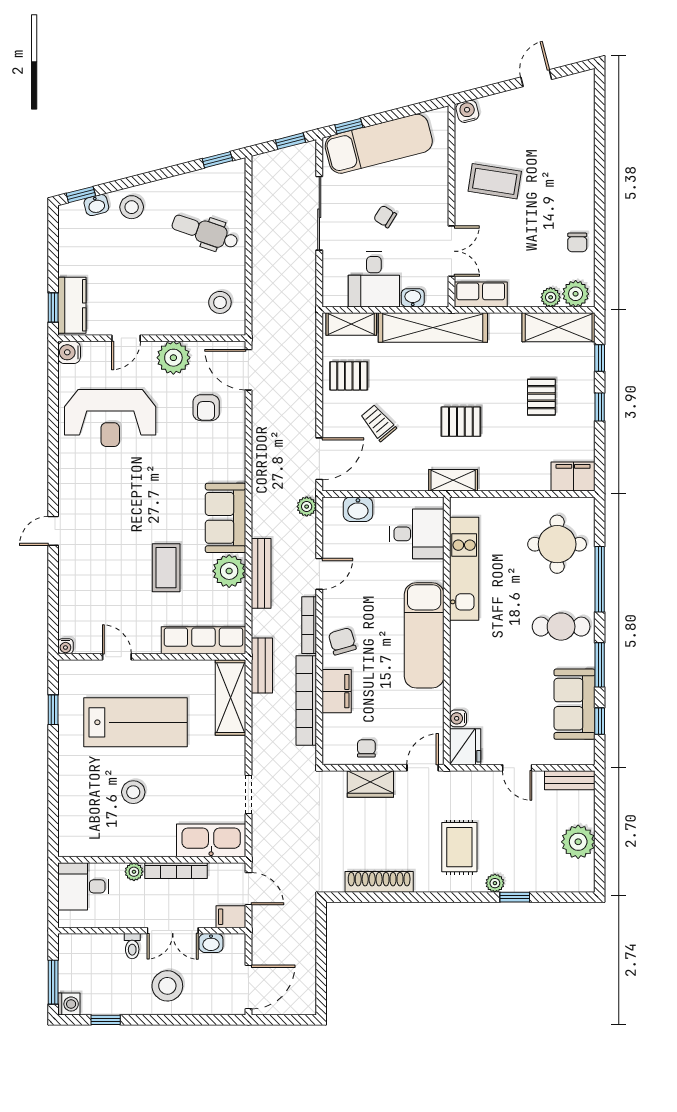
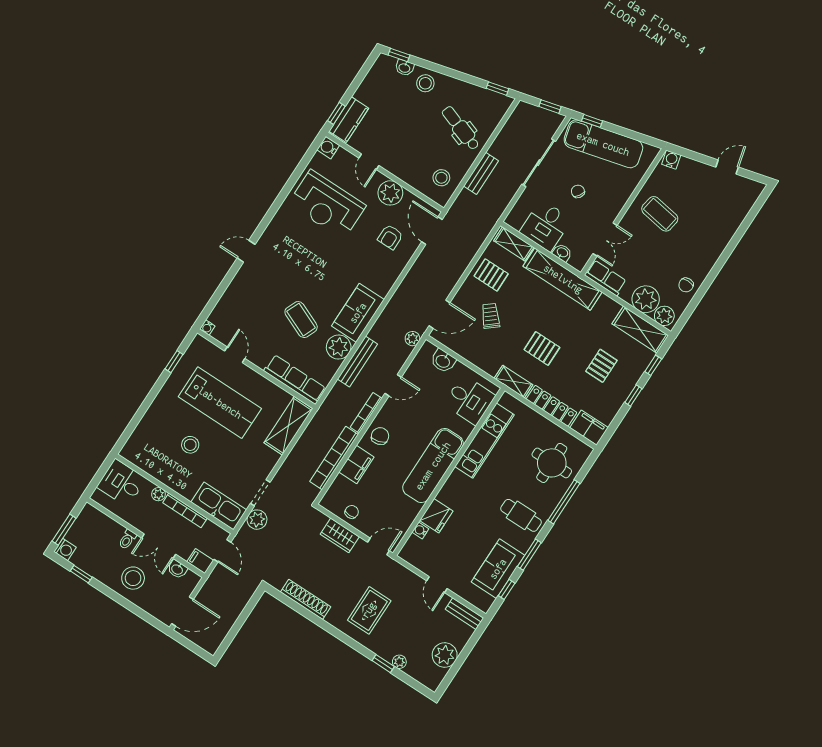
plant: (551, 297) -> (646, 299), width x1.87, depth x1.87
door: (126, 338) -> (369, 162), hinge flipped
locker: (514, 480) -> (551, 406), added
coffee table: (166, 568) -> (301, 320), turned -67
bench: (262, 665) -> (481, 173), moved
fridge: (465, 747) -> (436, 516), moved
plant: (265, 827) -> (257, 520), added
plant: (495, 883) -> (399, 662), moved

